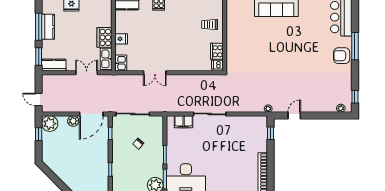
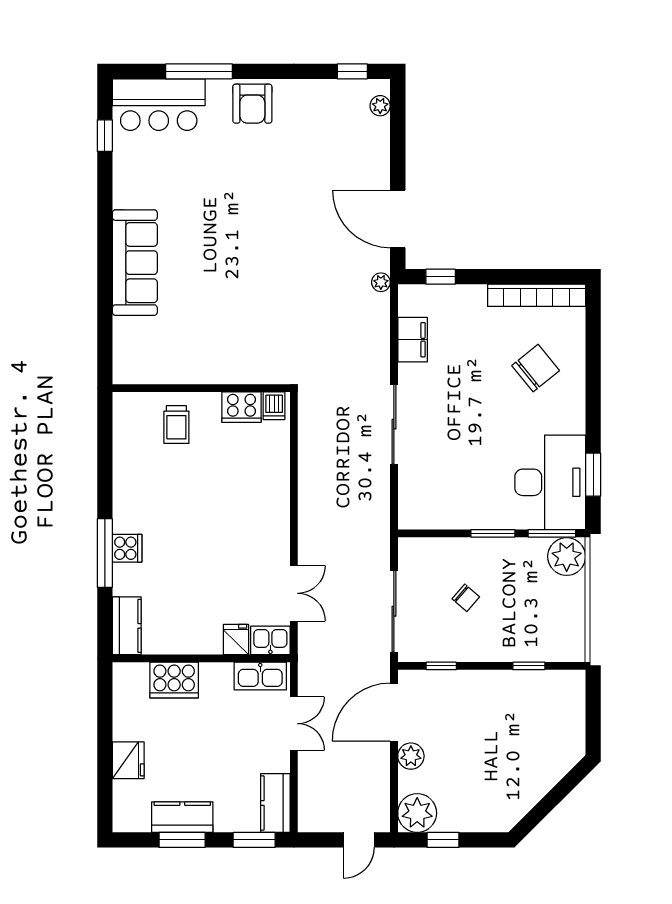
window: (39, 27) -> (182, 840), width x0.69
cooker: (104, 37) -> (174, 680), moved
fridge: (121, 39) -> (236, 640), moved
window: (355, 46) -> (199, 71), moved
double door: (87, 73) -> (294, 724), swing flipped
double door: (155, 73) -> (294, 593), moved
door: (91, 114) -> (394, 712), swing flipped
door: (294, 116) -> (398, 219), width x1.88
filing cabinet: (184, 122) -> (413, 340), moved
chair: (233, 172) -> (536, 368), added

